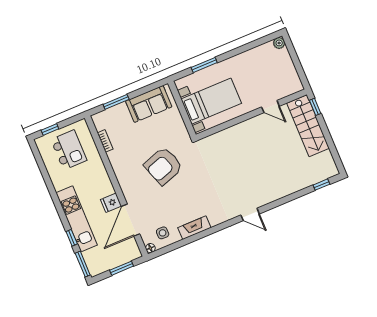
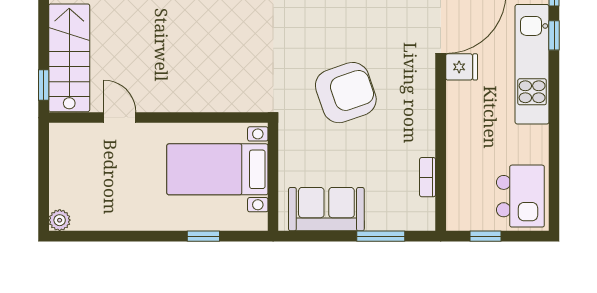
window: (204, 65) -> (203, 236), width x0.67
window: (50, 129) -> (486, 236), moved
kitchen island: (69, 150) -> (520, 196), moved, turned 180

